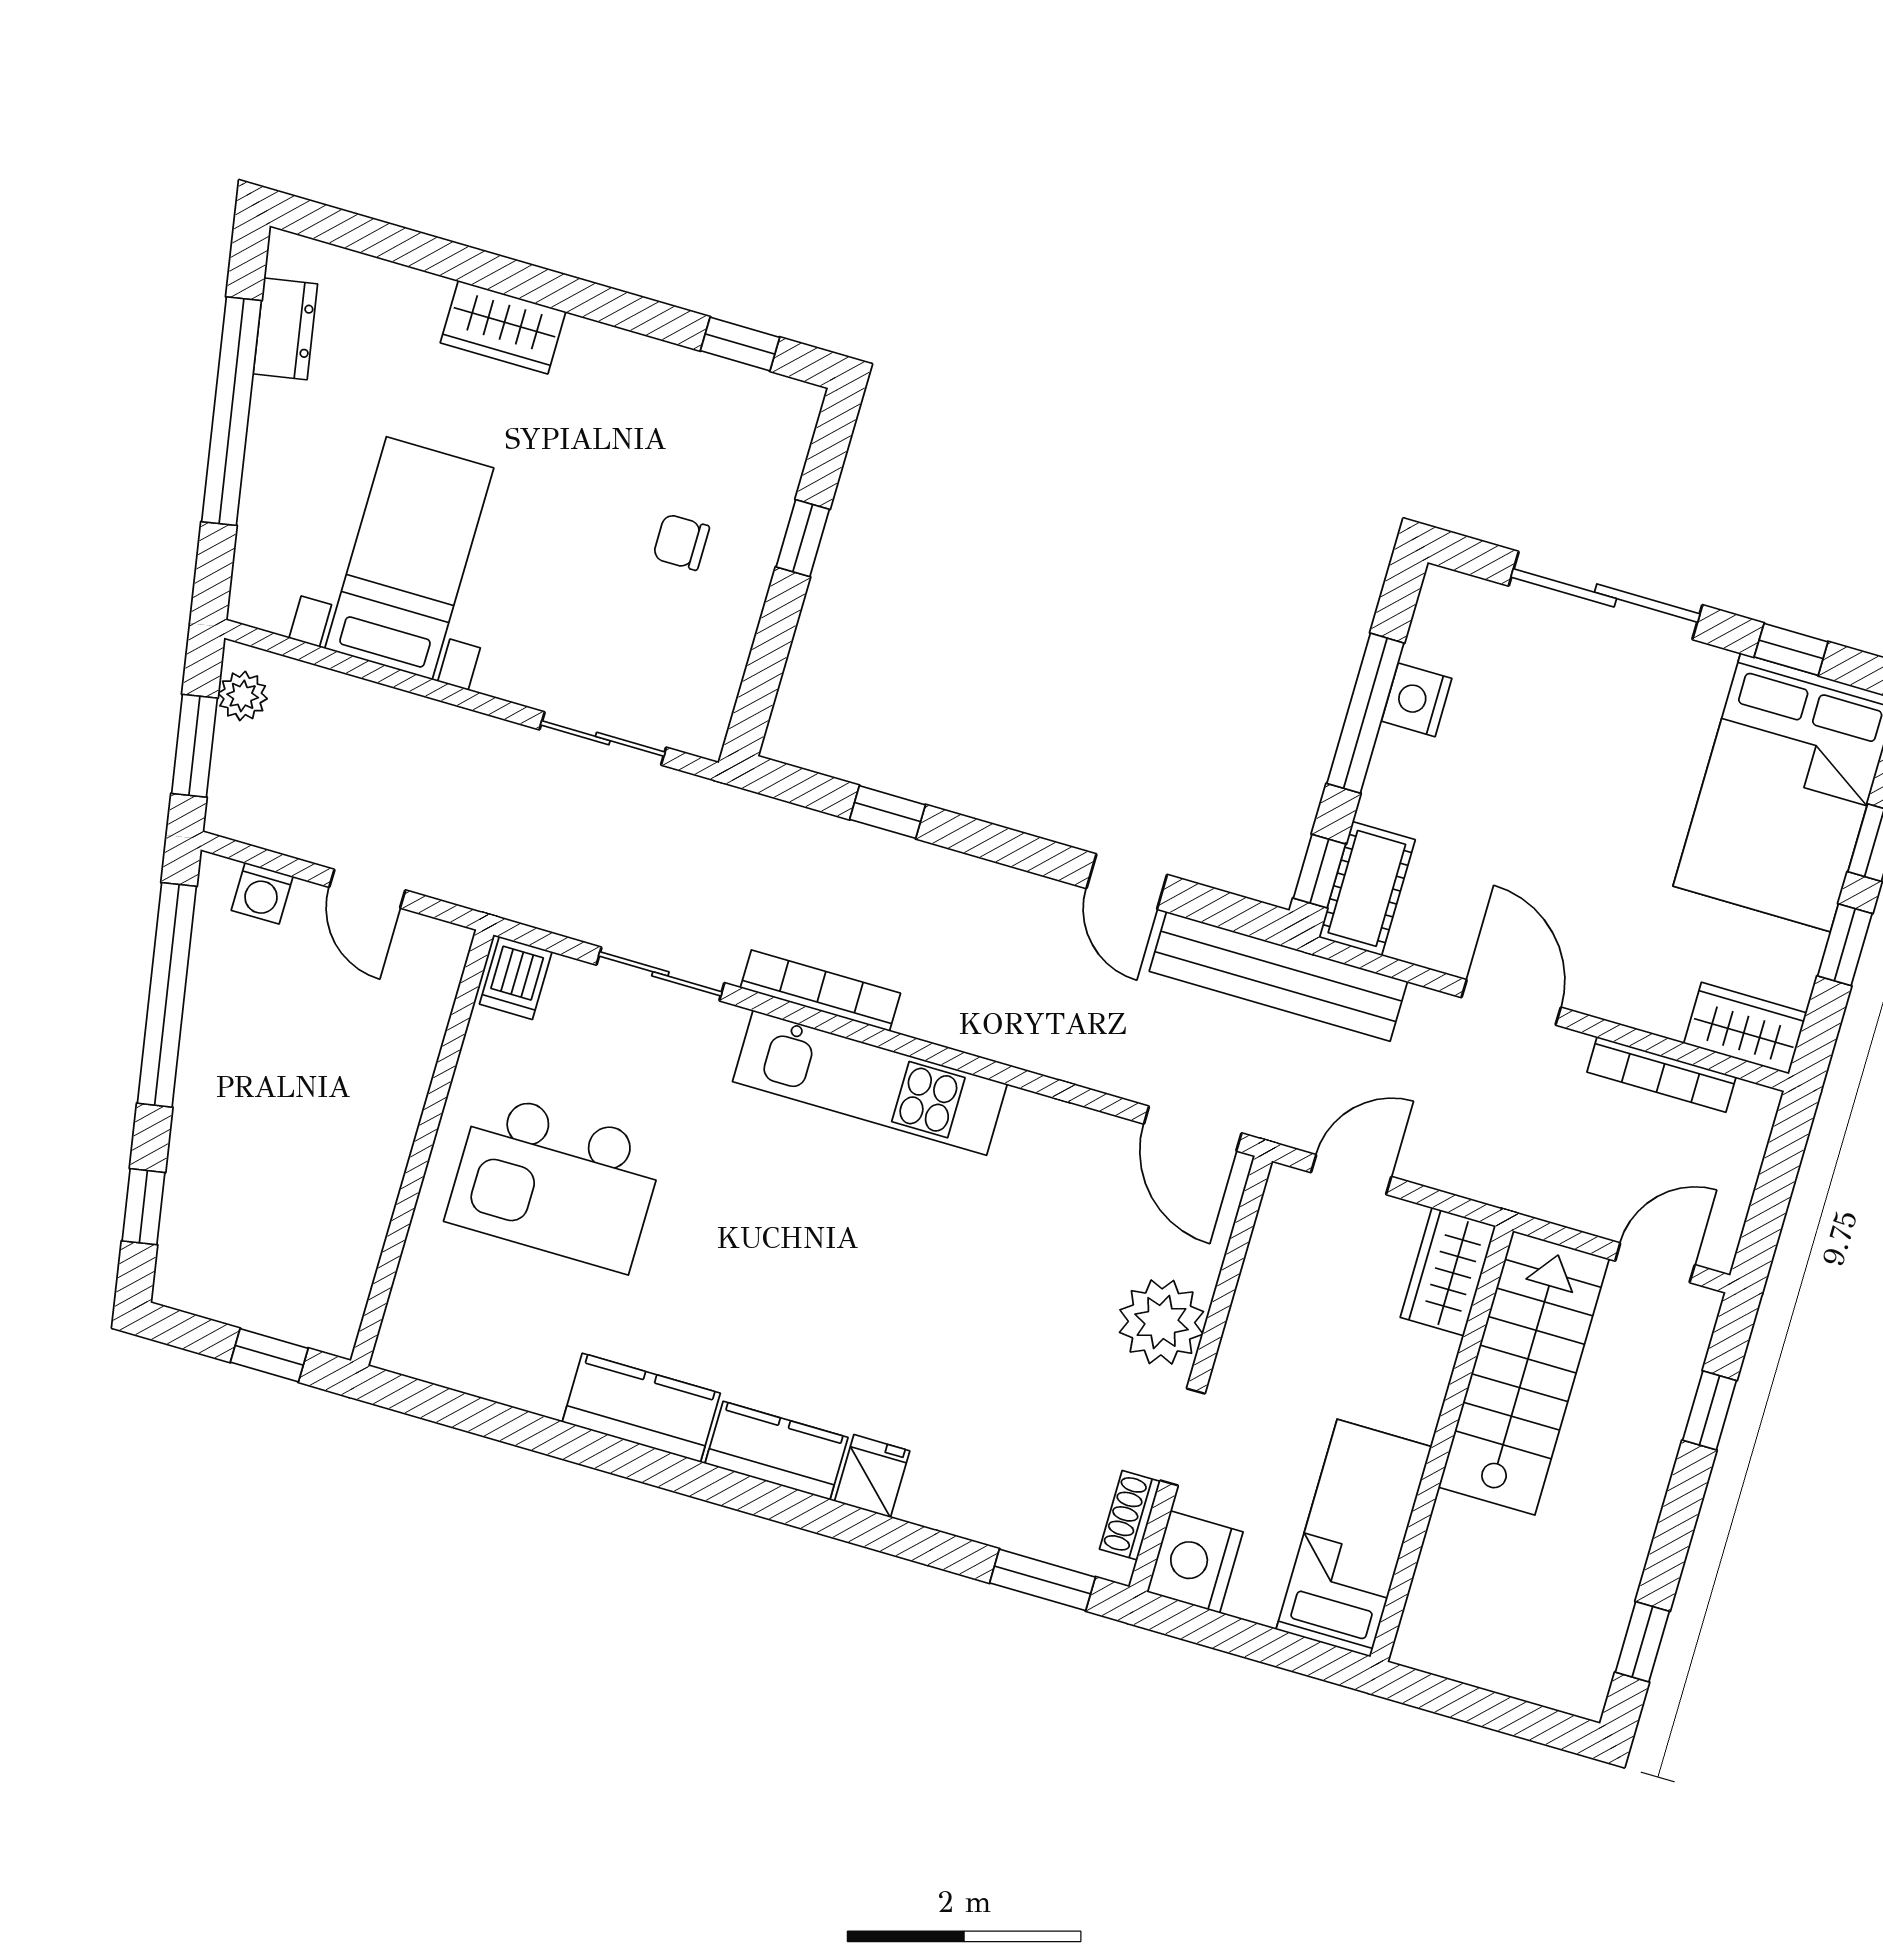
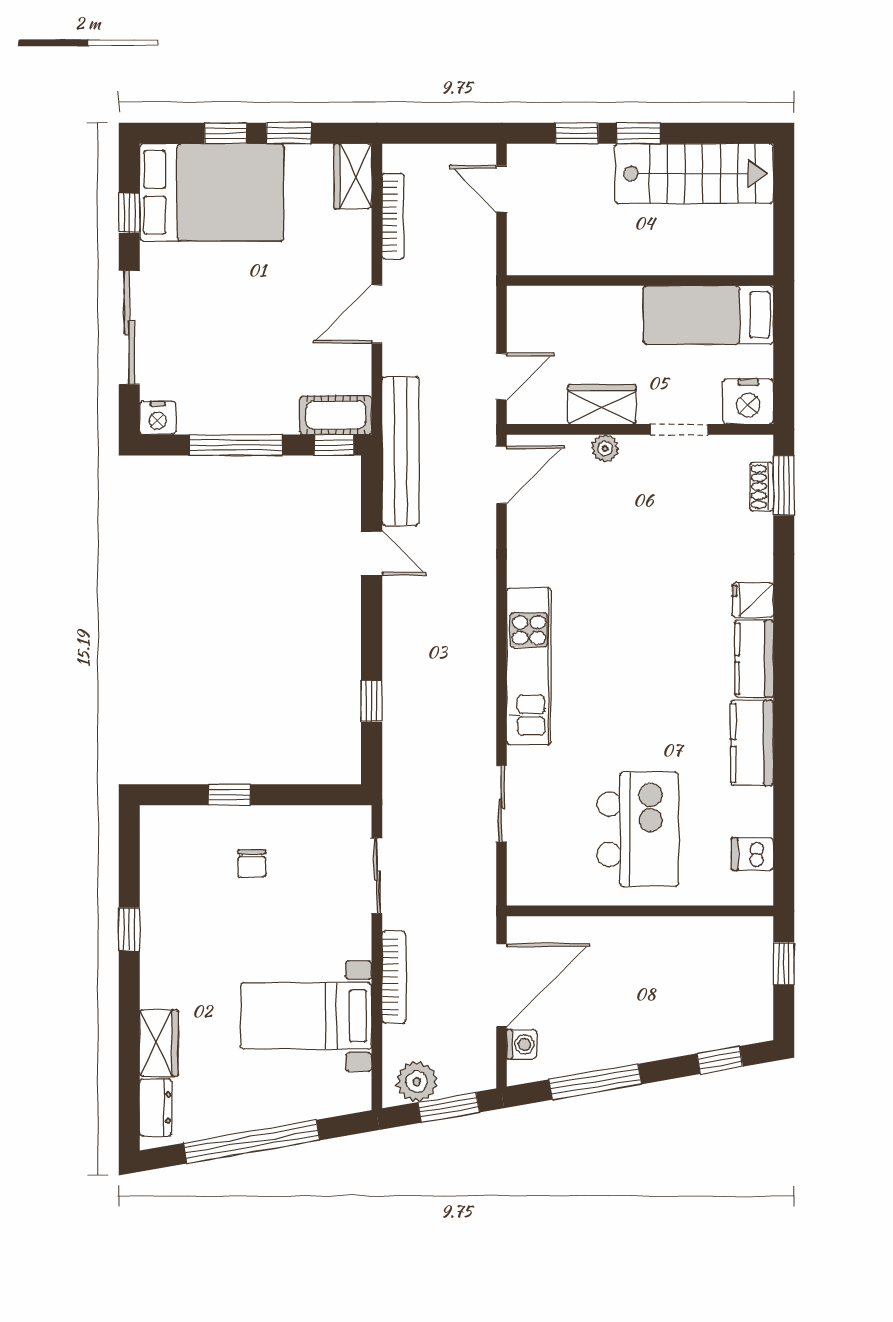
wardrobe: (503, 327) -> (159, 1043), moved
dresser: (285, 329) -> (156, 1107), moved, turned 100
window: (740, 344) -> (129, 929), moved
plant: (243, 696) -> (417, 1082), width x1.38, depth x1.38
nightstand: (1417, 700) -> (158, 418), moved
door: (1127, 882) -> (372, 553), hinge flipped
door: (367, 889) -> (502, 985), width x1.87
dishwasher: (516, 978) -> (752, 854), moved, turned 180
bookcase: (820, 991) -> (394, 977), moved, turned 180
window: (167, 995) -> (595, 1082), width x0.68
door: (1351, 1175) -> (502, 377), swing flipped
wardrobe: (1448, 1272) -> (602, 404), moved, turned 180
plant: (1161, 1322) -> (605, 448), width x0.53, depth x0.53
stairs: (1524, 1373) -> (694, 174), moved, turned 180
shoe rack: (1130, 1515) -> (762, 487), moved, turned 90
window: (1642, 1642) -> (638, 133), moved

